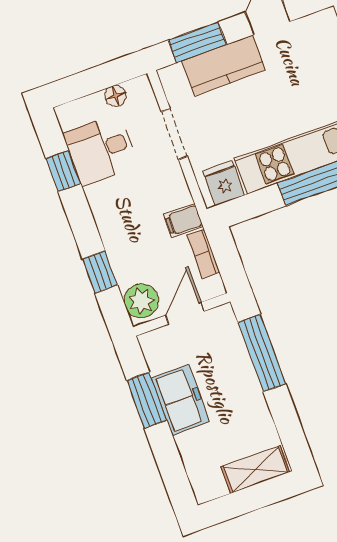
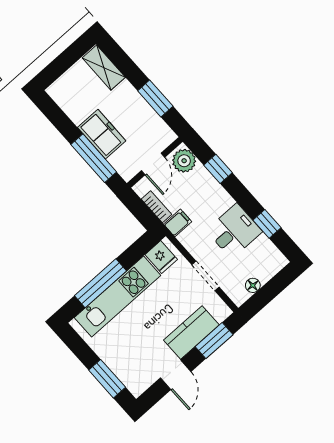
desk: (101, 150) -> (234, 231), moved
freezer: (180, 400) -> (102, 134), moved, turned 180
shelving: (255, 469) -> (104, 68), moved, turned 90

